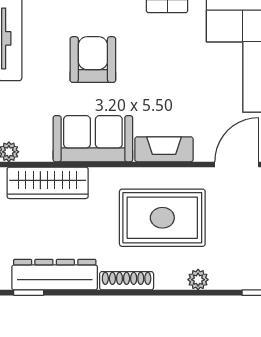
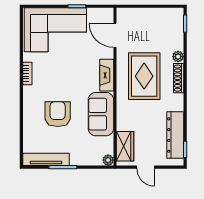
armchair: (93, 60) -> (58, 114), turned 90
wardrobe: (48, 183) -> (125, 146), width x0.67
shoe rack: (127, 281) -> (179, 78), moved

